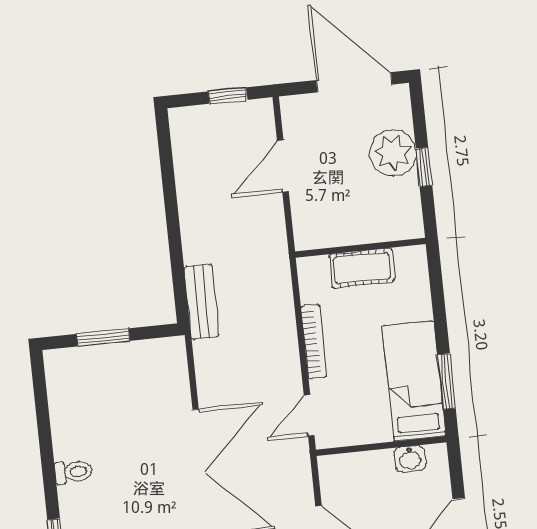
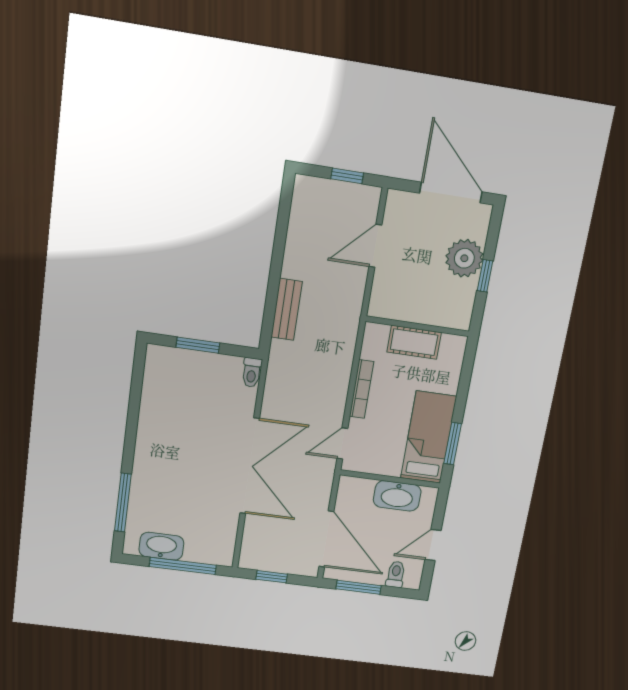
bench: (202, 302) -> (287, 309), moved
washbasin: (410, 459) -> (397, 496), width x1.91, depth x1.45
toilet: (73, 472) -> (252, 372), moved, turned 90

